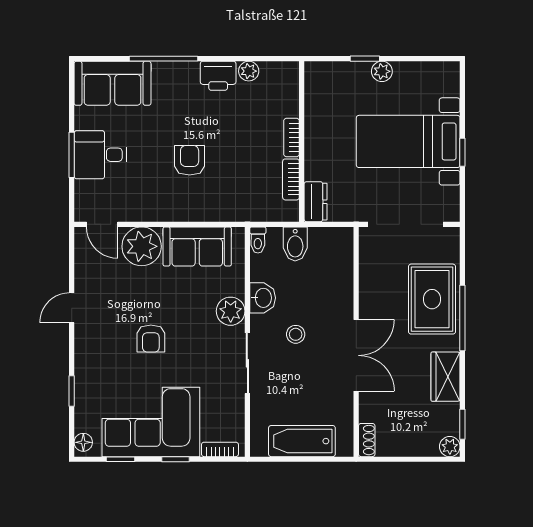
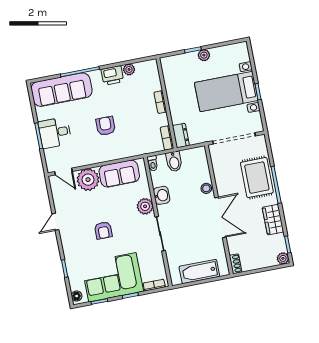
sofa: (113, 83) -> (62, 90), width x1.36
bookcase: (291, 179) -> (167, 138), moved
stool: (296, 334) -> (206, 188), moved

